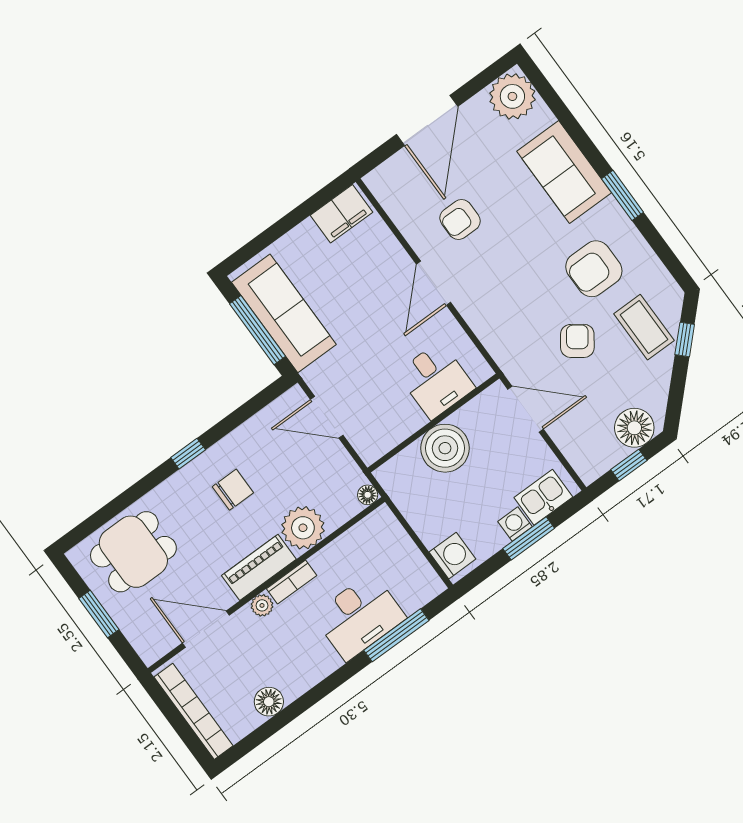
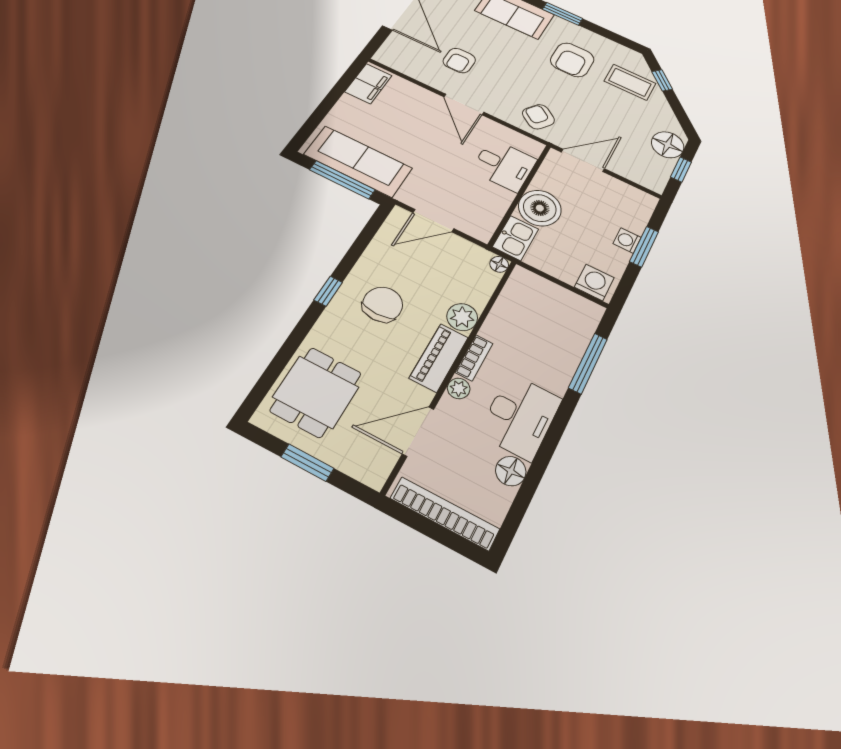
armchair: (577, 341) -> (538, 117), moved
chair: (233, 490) -> (383, 304), width x1.37, depth x1.37
kitchen sink: (543, 497) -> (516, 238), moved, turned 180
plant: (303, 528) -> (462, 317), width x0.73, depth x0.73
desk: (359, 616) -> (520, 416), moved

